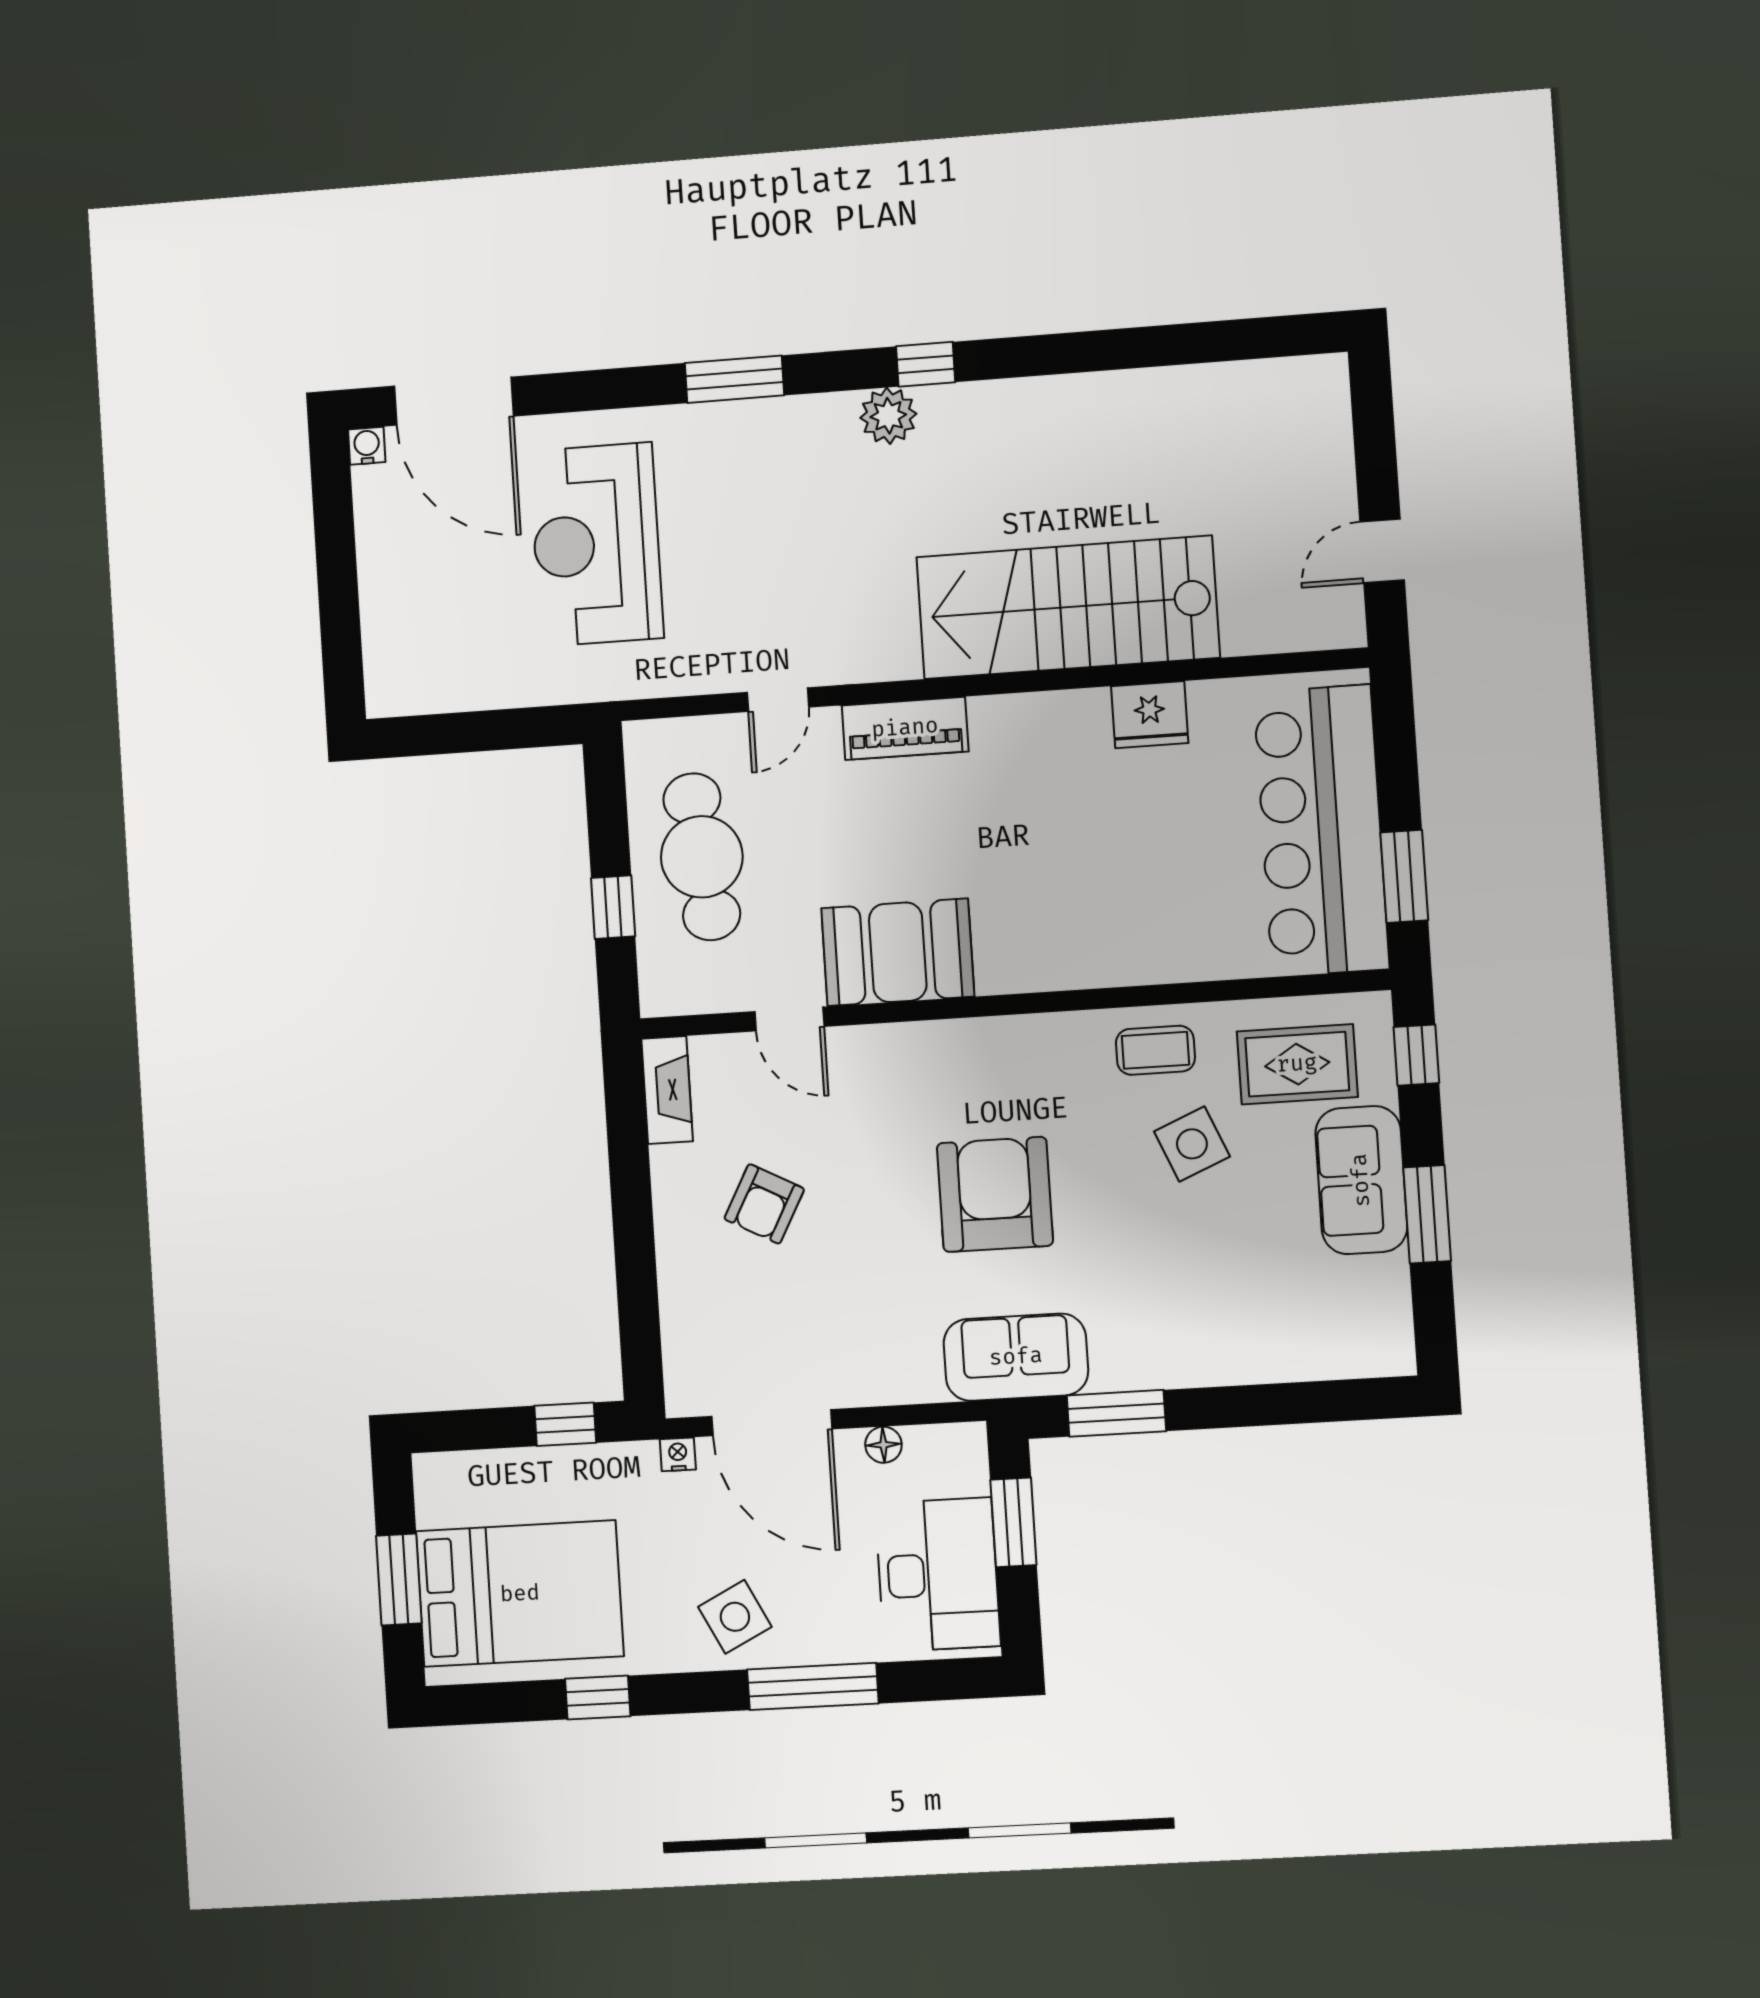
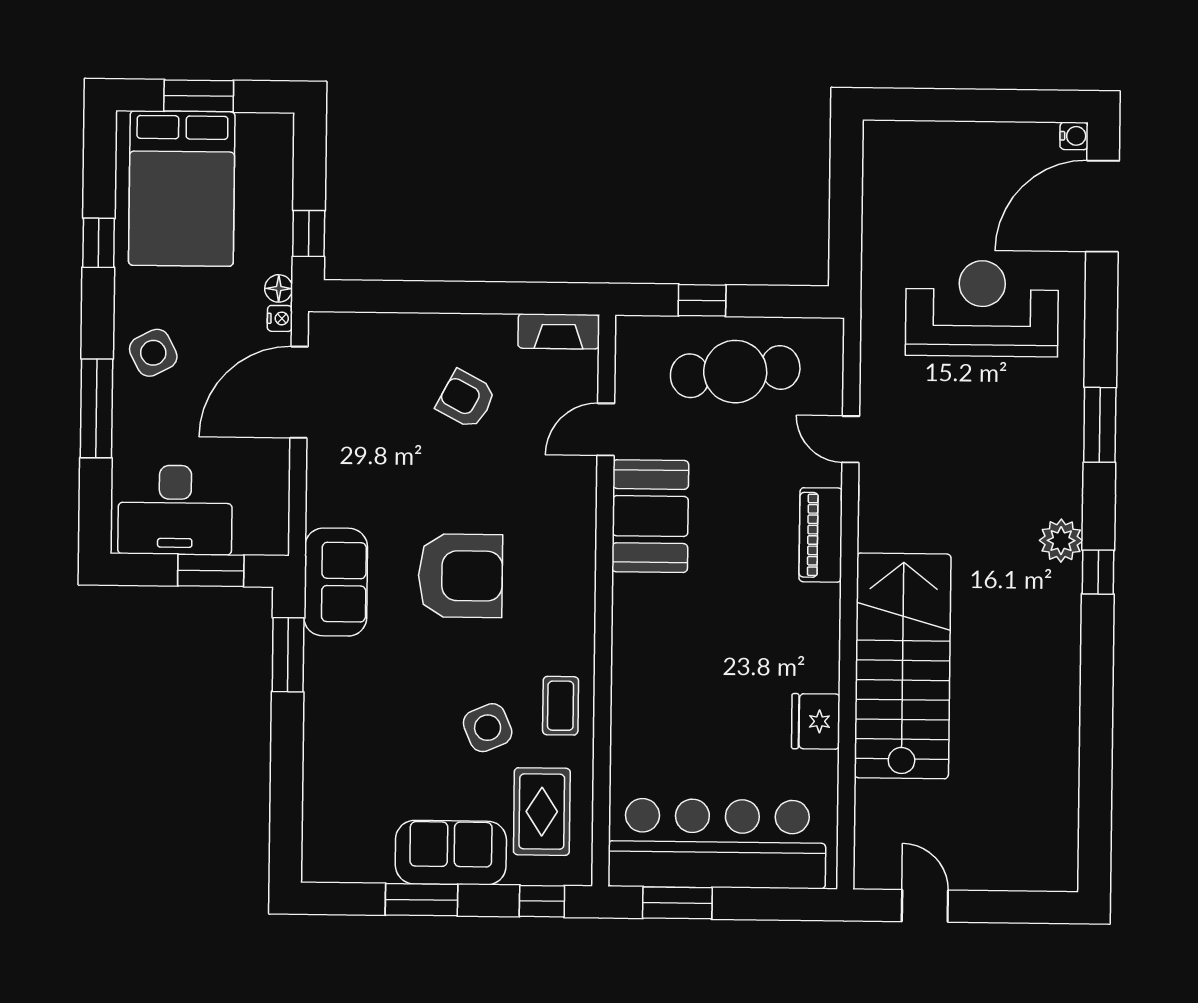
floor lamp: (883, 1445) -> (279, 288), moved

